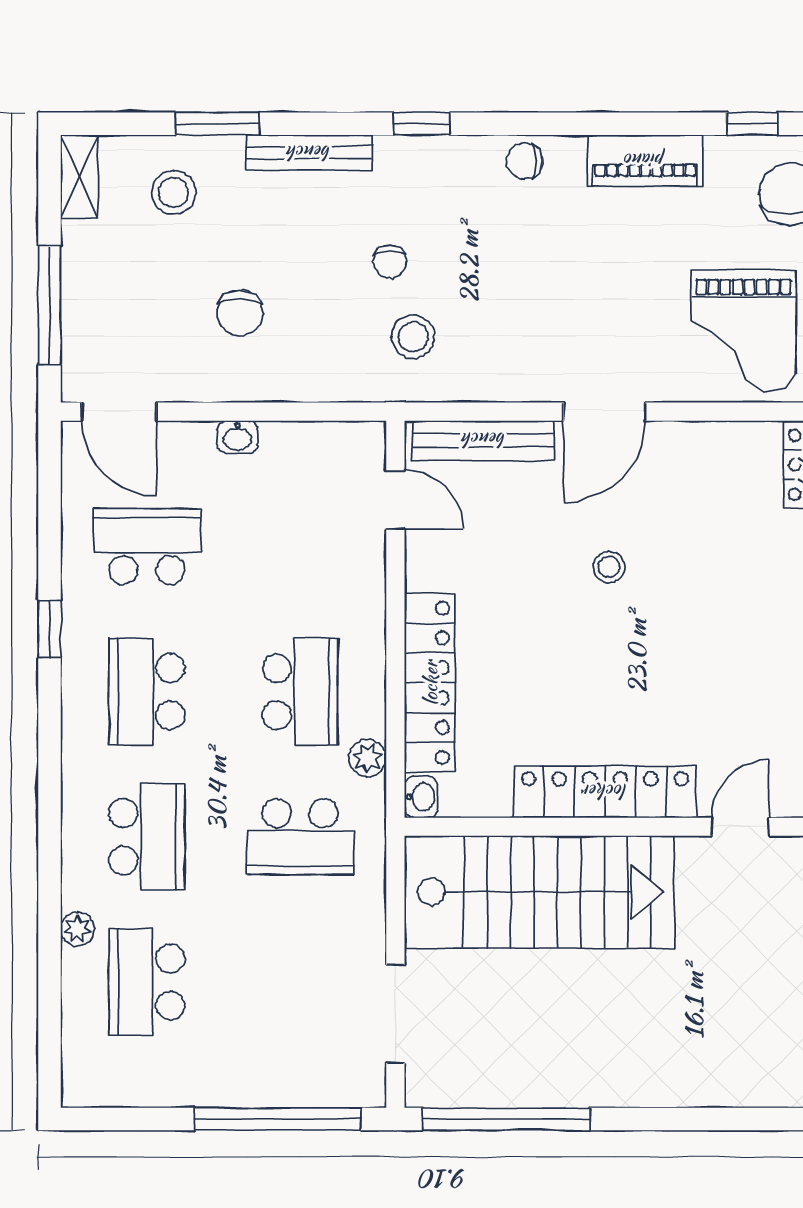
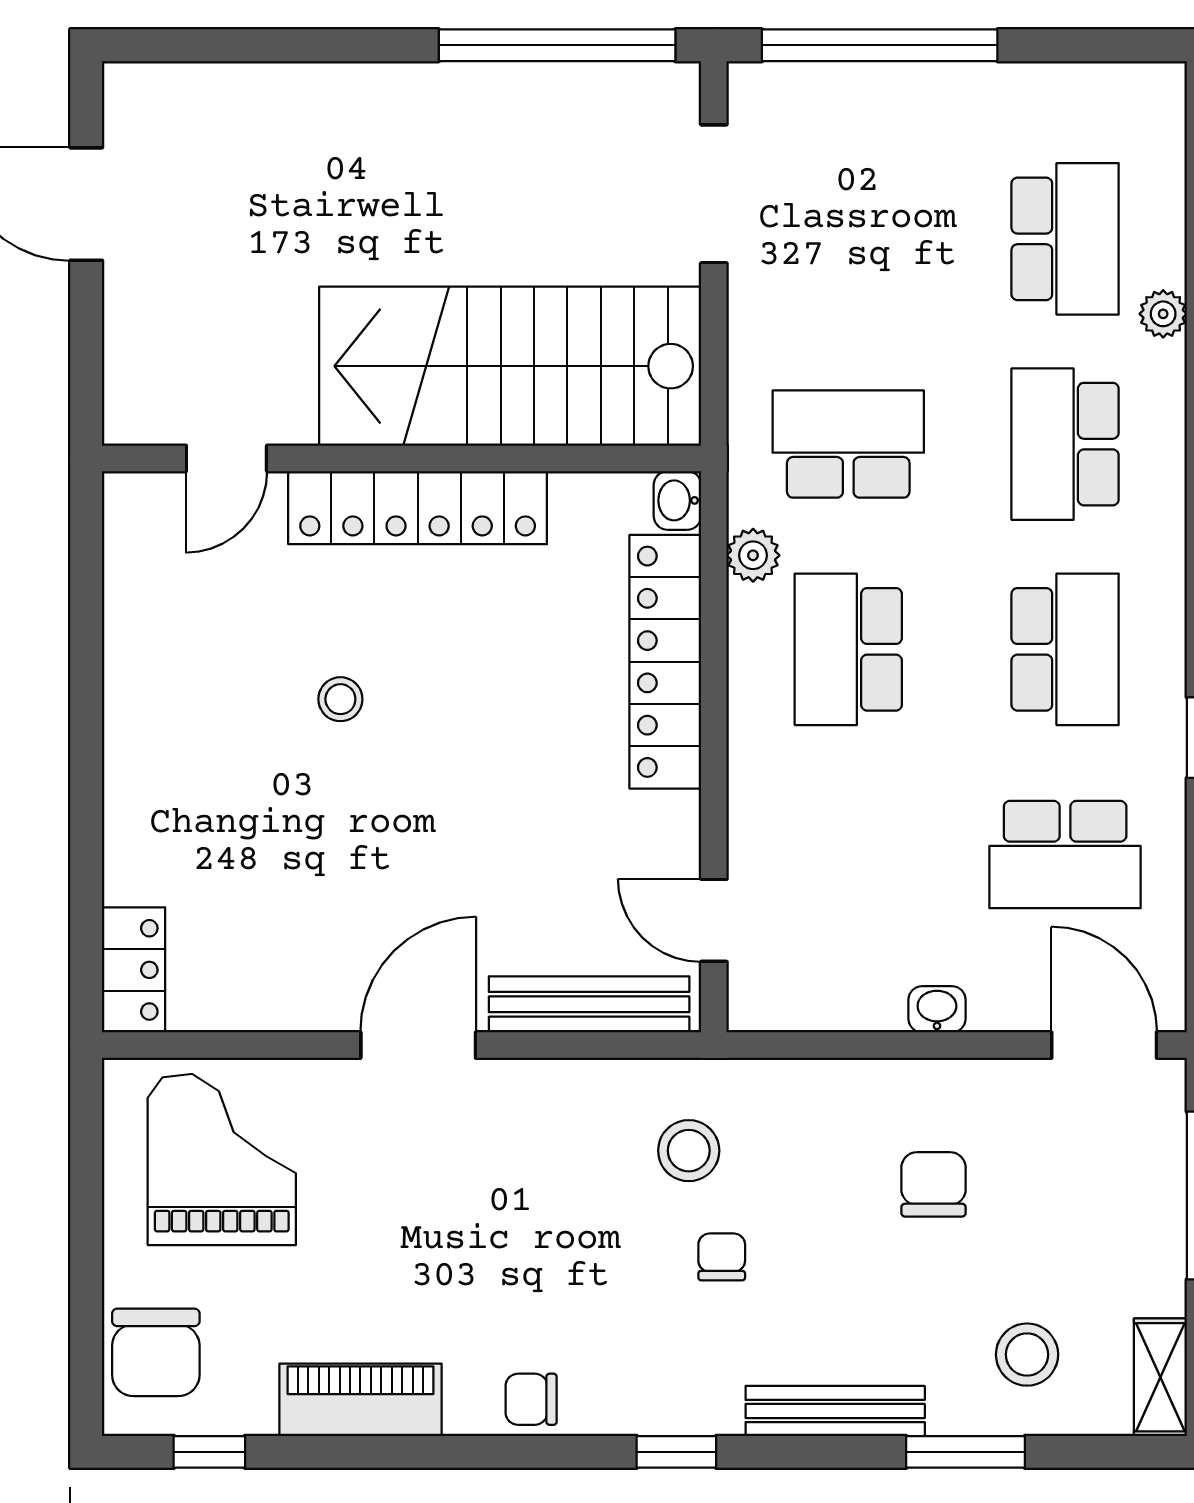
chair: (525, 161) -> (531, 1399), turned 180
stool: (609, 567) -> (340, 699), moved

